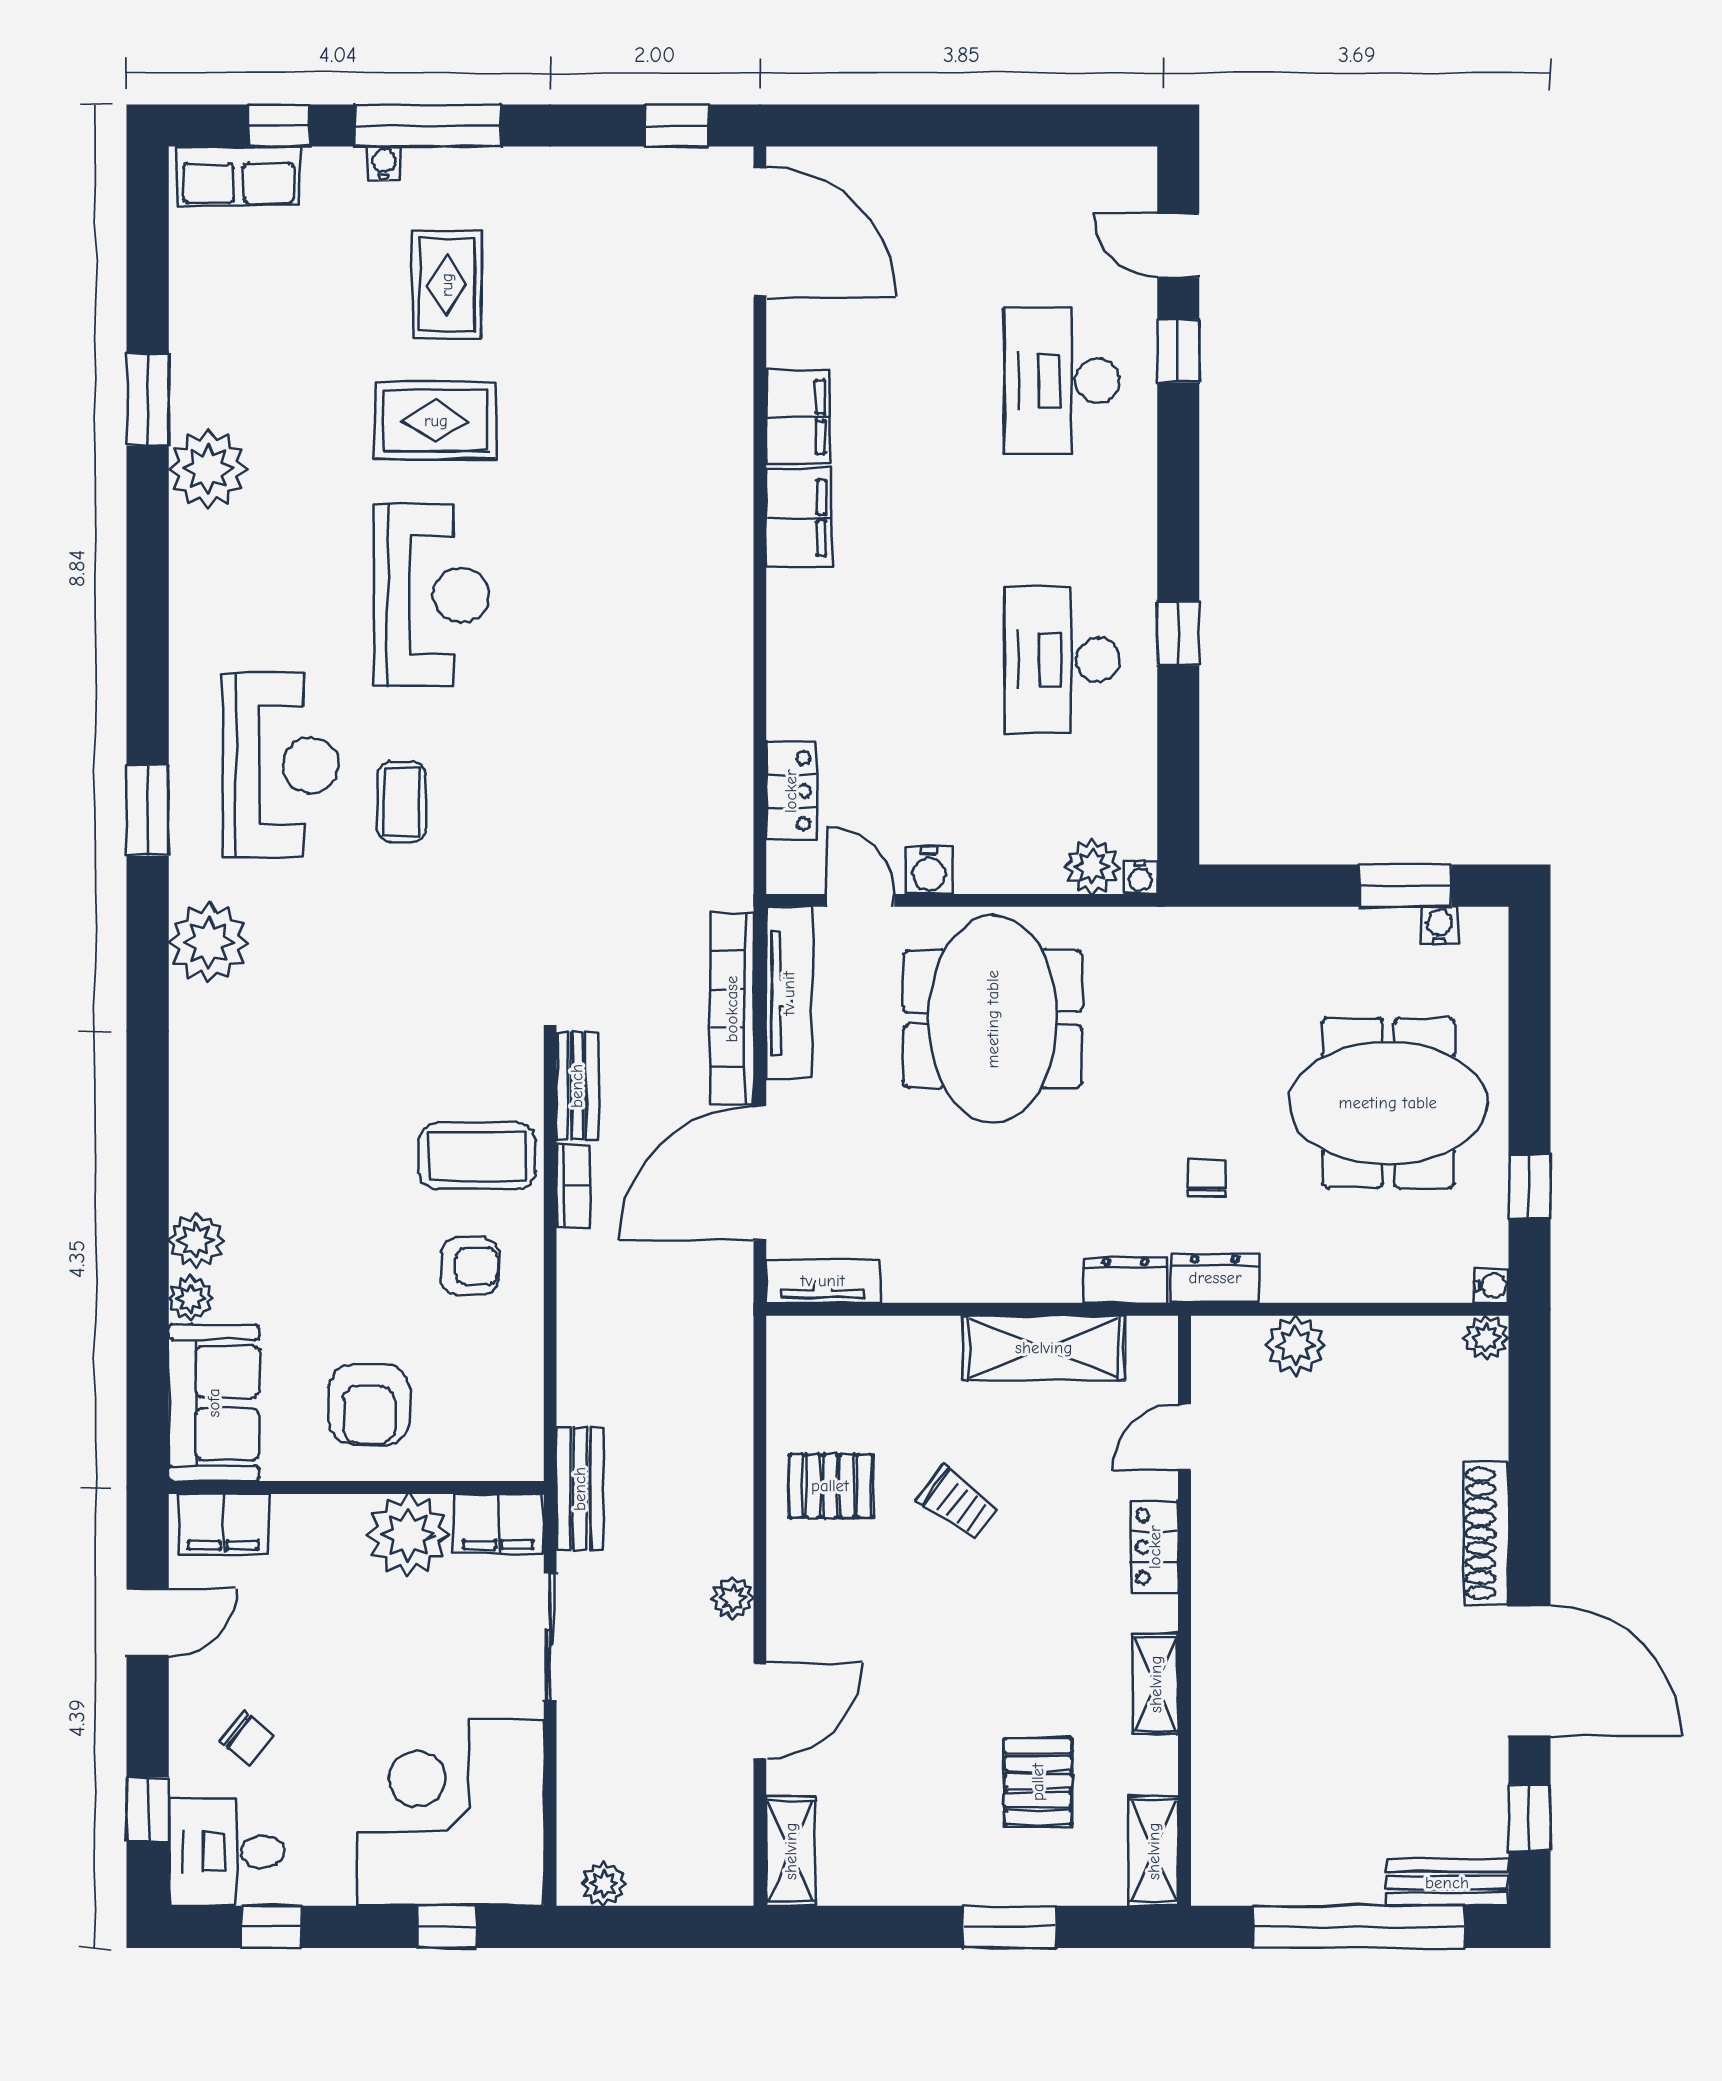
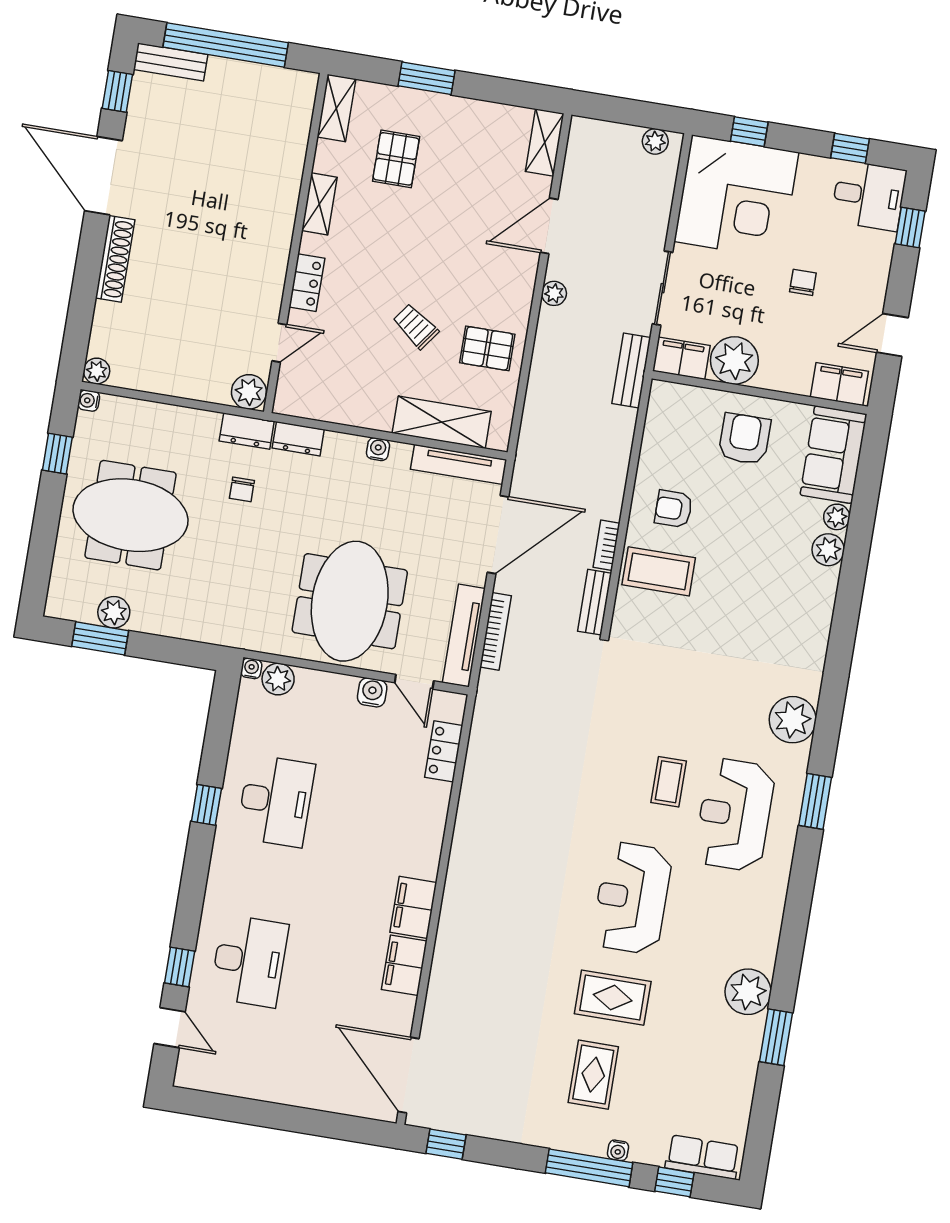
water cooler: (1439, 925) -> (378, 449), moved, turned 180
plant: (1389, 934) -> (114, 612), added
bookcase: (732, 1009) -> (496, 631), width x0.68, depth x0.76
tv unit: (823, 1281) -> (459, 464), width x1.41
plant: (1296, 1345) -> (249, 392), moved
shelving: (1044, 1348) -> (442, 422), moved
chair: (247, 1738) -> (803, 282), moved, turned 52

